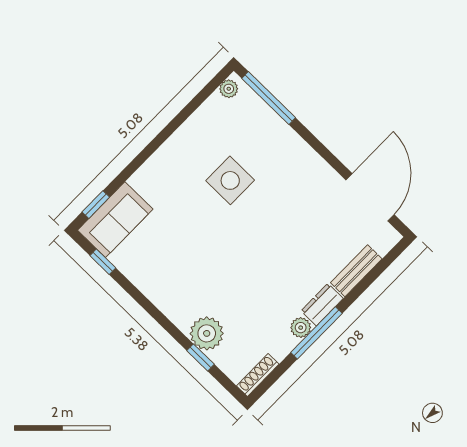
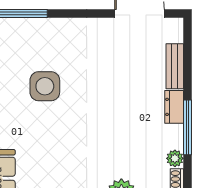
plant: (301, 328) -> (175, 158), moved

